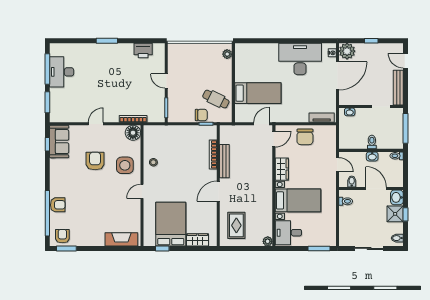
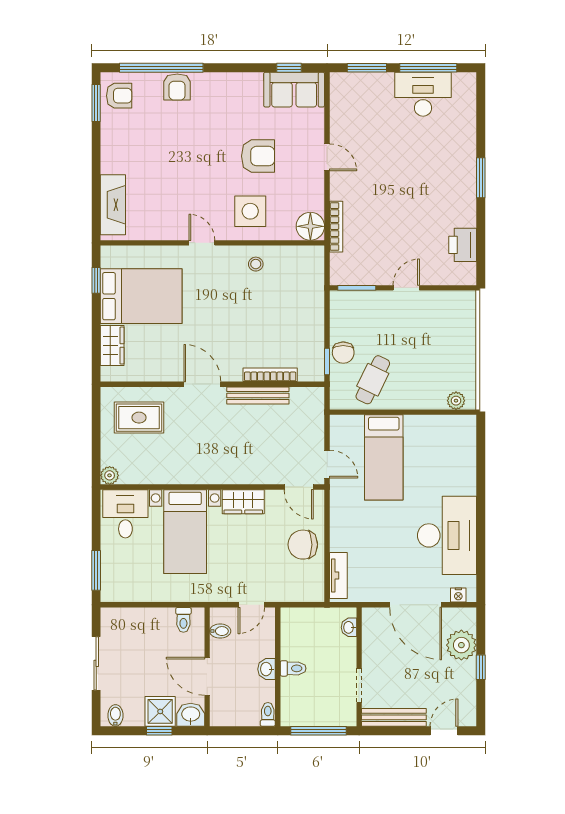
plant: (347, 51) -> (461, 645), moved
door: (376, 189) -> (207, 676), swing flipped

